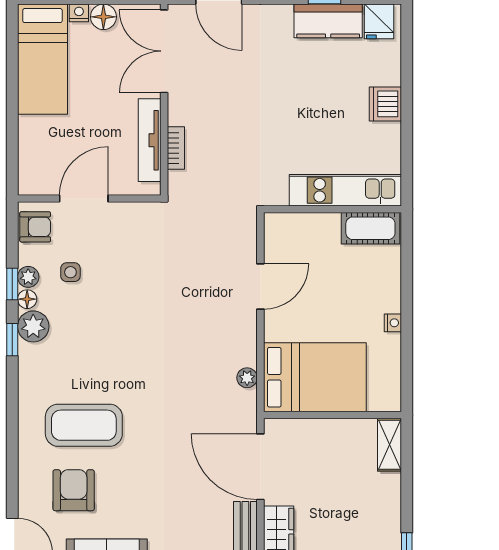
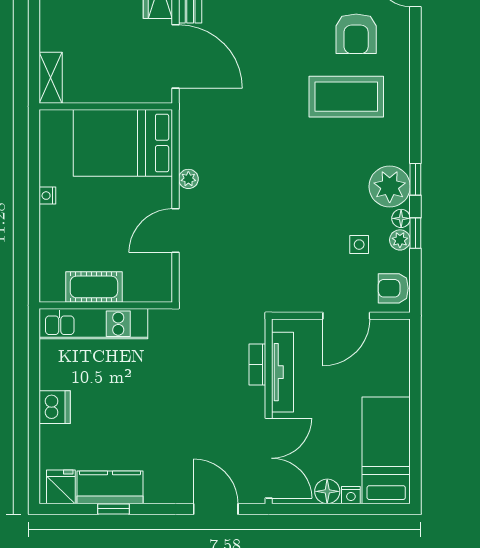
cot: (370, 228) -> (94, 287), moved
plant: (33, 326) -> (390, 187), width x1.36, depth x1.36
plant: (247, 378) -> (188, 179), moved

